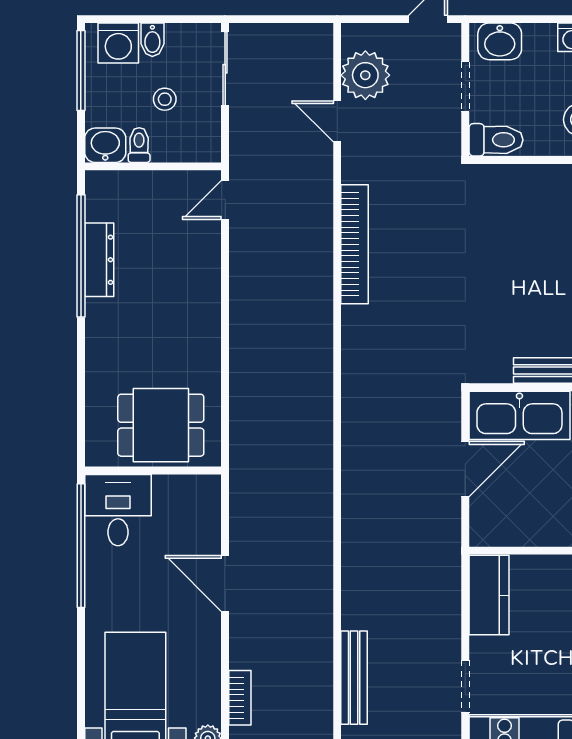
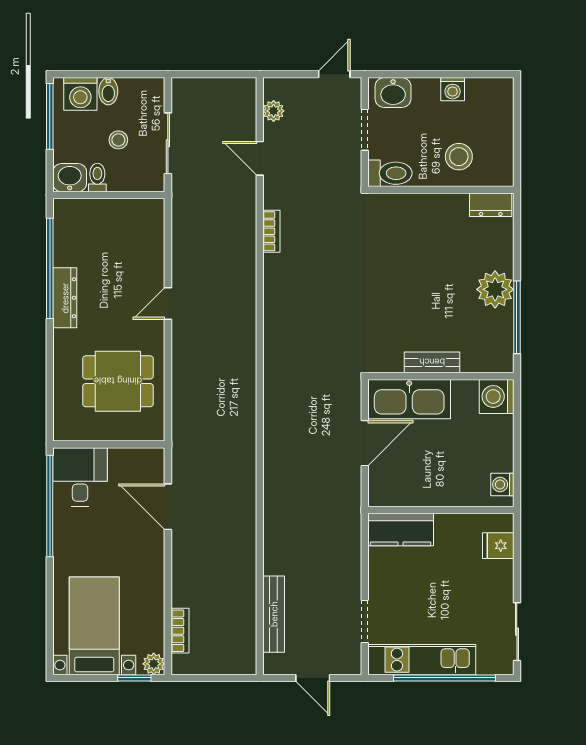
sliding door: (225, 69) -> (168, 143), moved
plant: (365, 75) -> (274, 111), width x0.53, depth x0.53
door: (225, 200) -> (168, 304), moved
bookcase: (355, 244) -> (271, 231), width x0.43, depth x0.76
dresser: (99, 260) -> (65, 298), moved
dining table: (161, 425) -> (118, 381), moved
door: (225, 583) -> (168, 507), moved
kitchen counter: (489, 595) -> (401, 529), moved, turned 90

